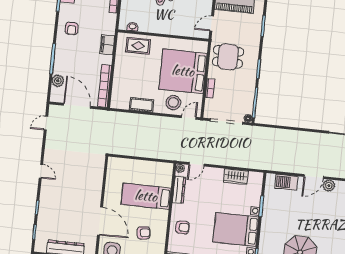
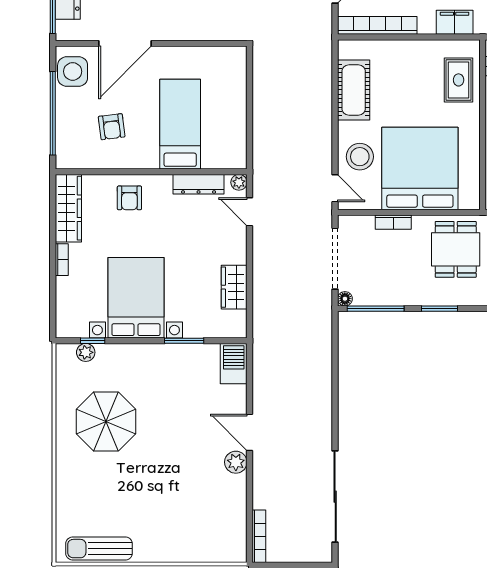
cot: (142, 105) -> (354, 90), width x1.37, depth x1.34
barbecue: (286, 182) -> (234, 364), moved

